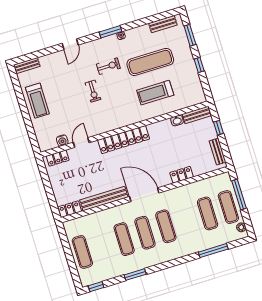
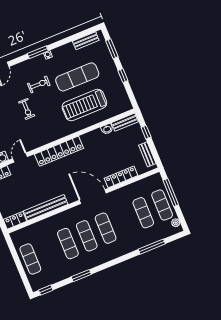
treadmill: (155, 93) -> (84, 105), width x1.37, depth x1.38
locker: (182, 175) -> (121, 177), width x1.53
door: (144, 195) -> (93, 197), moved

